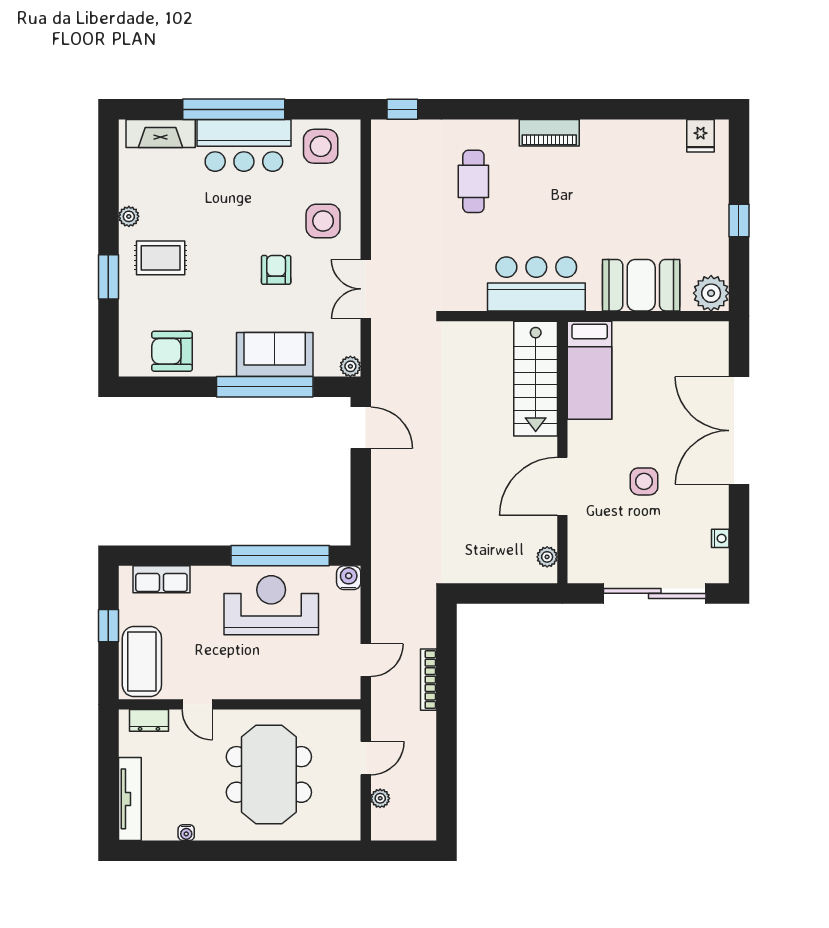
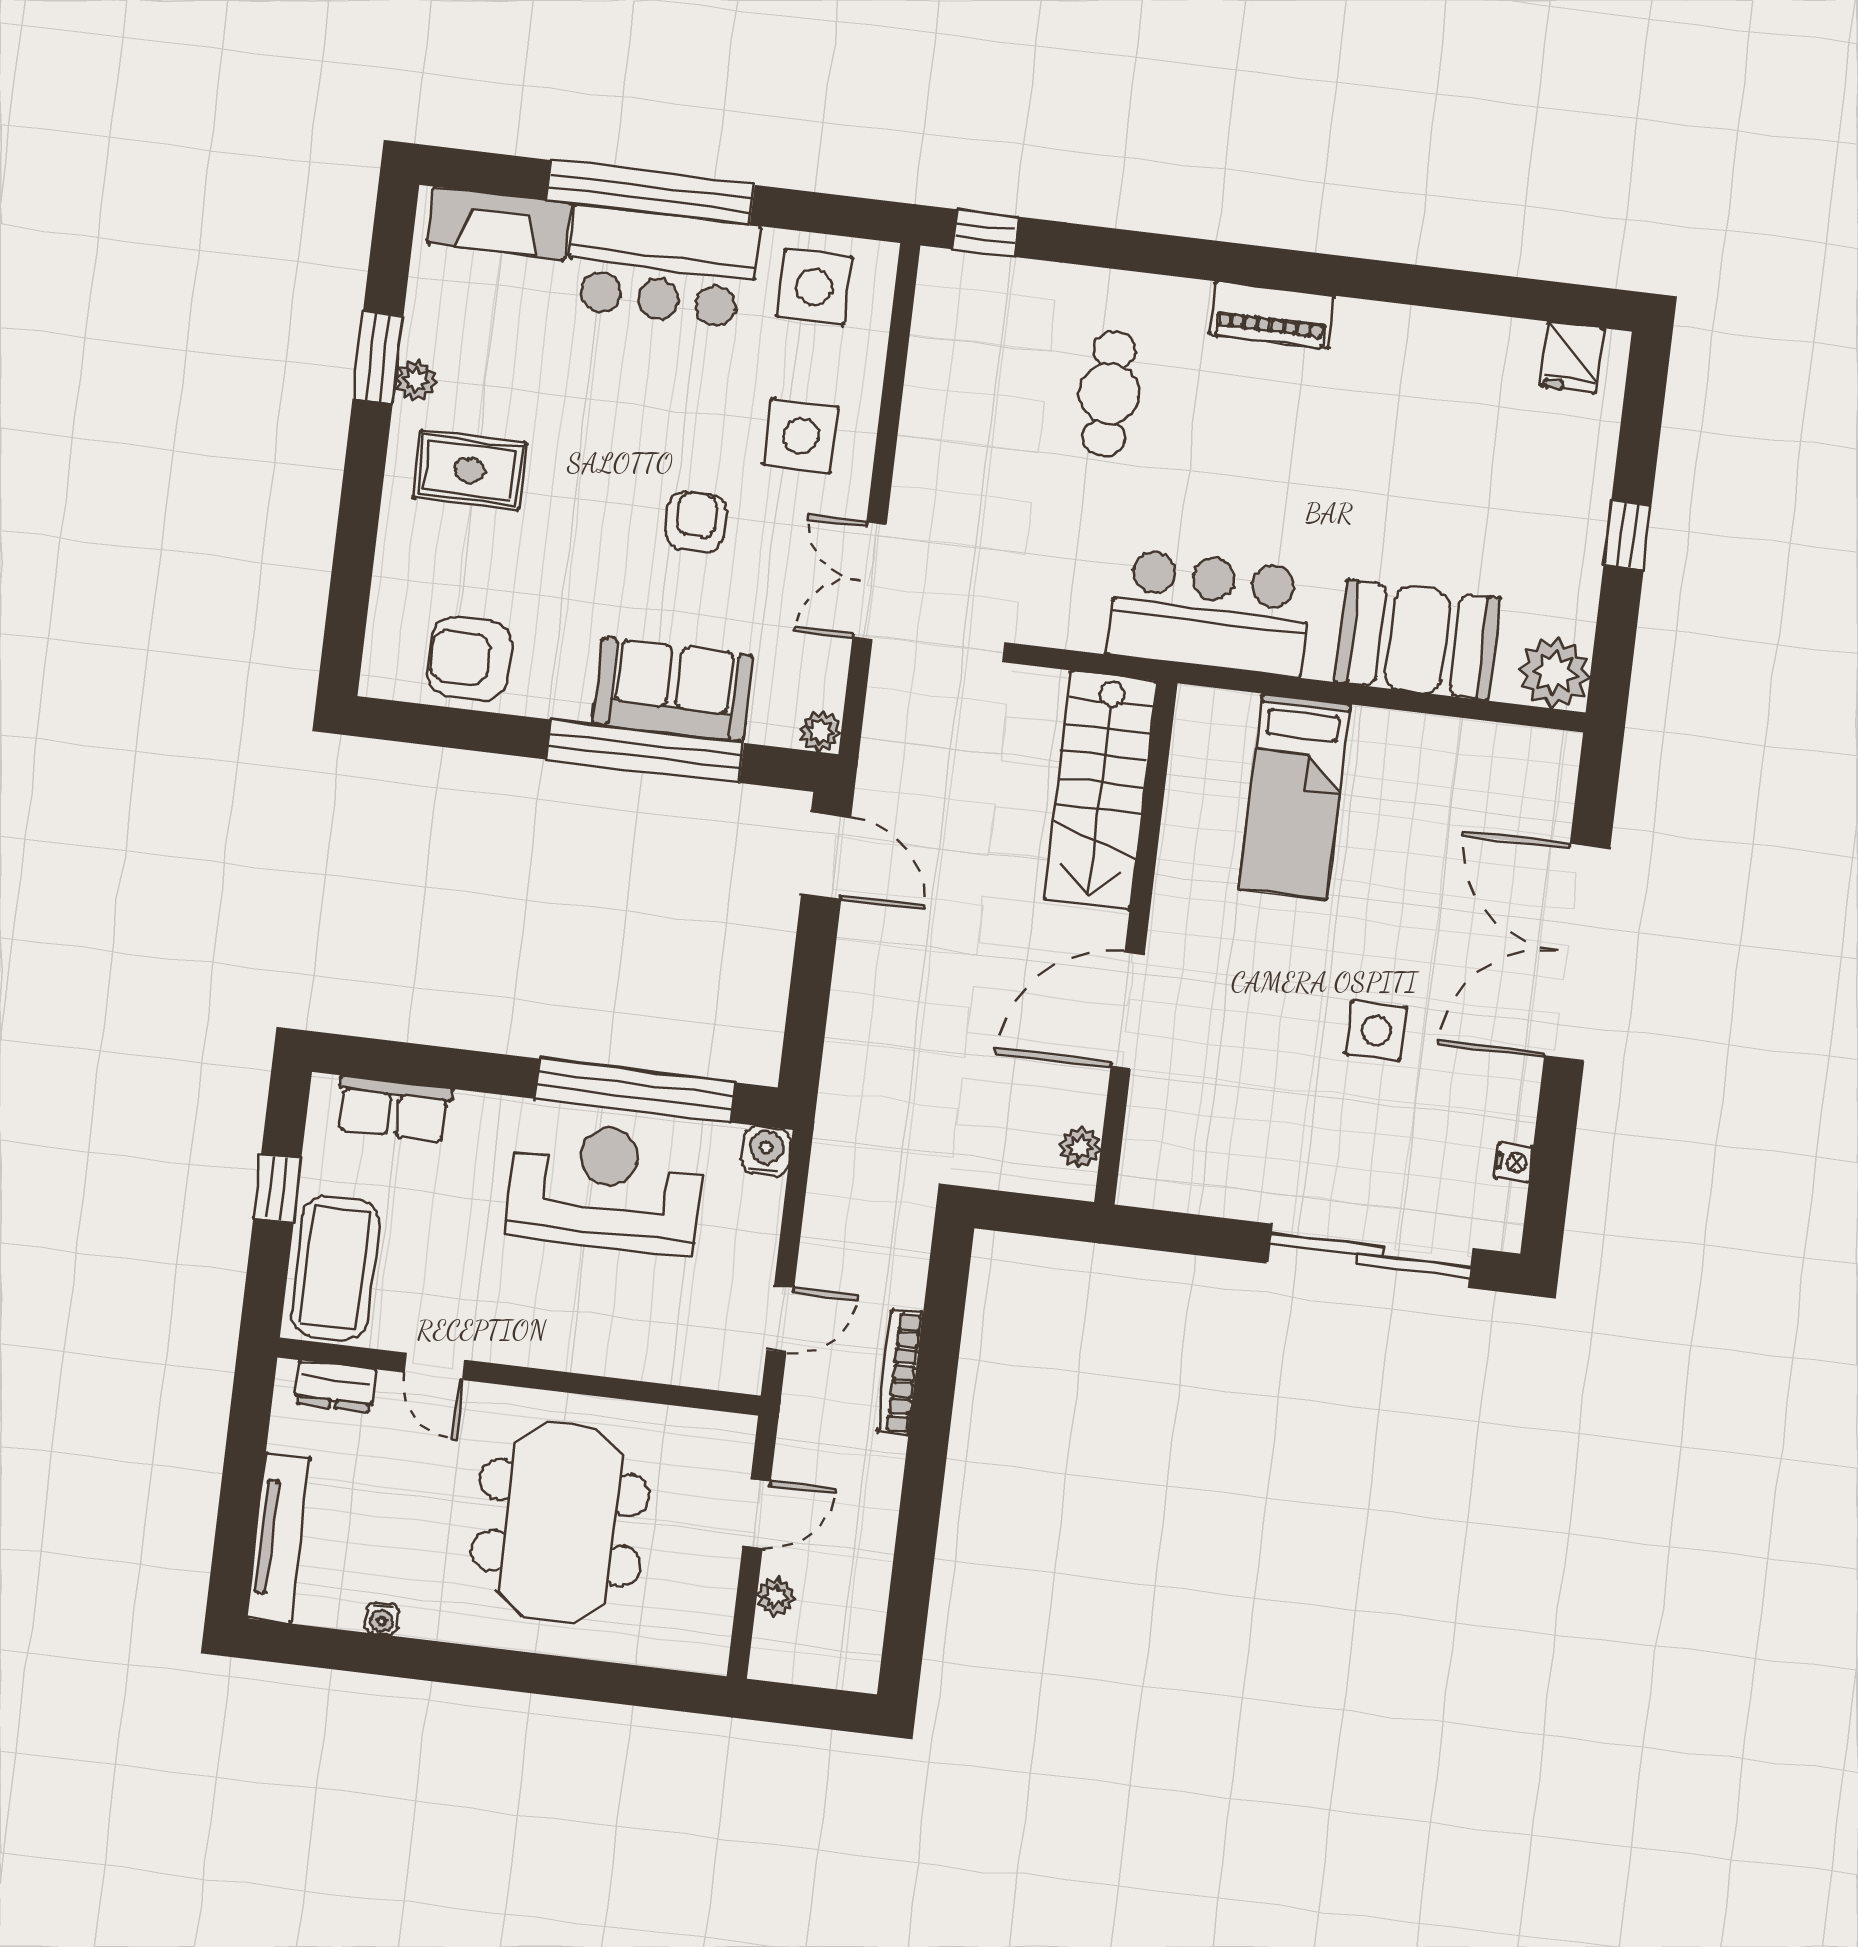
window: (108, 277) -> (378, 357), moved
stairs: (536, 379) -> (1100, 790), moved
wall: (562, 452) -> (1136, 943), moved
door: (562, 486) -> (1128, 1011), moved
plant: (547, 557) -> (1080, 1147), moved

